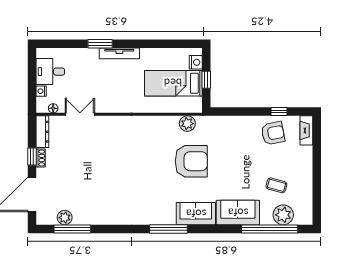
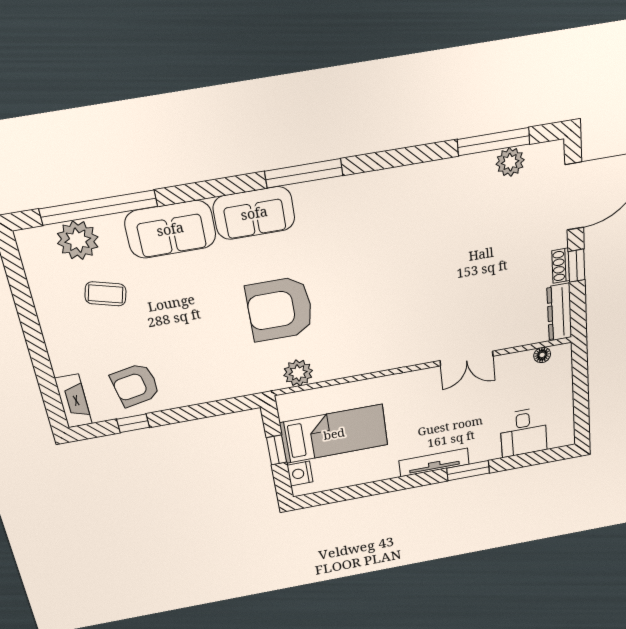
desk: (50, 72) -> (524, 432), moved, turned 90
nightstand: (41, 91) -> (564, 379), removed
double door: (80, 114) -> (467, 358), moved

